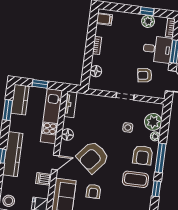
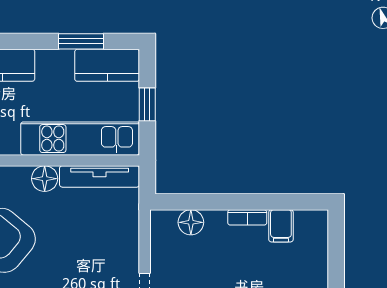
filing cabinet: (104, 19) -> (281, 226), moved
tv unit: (70, 104) -> (100, 176), width x1.41

